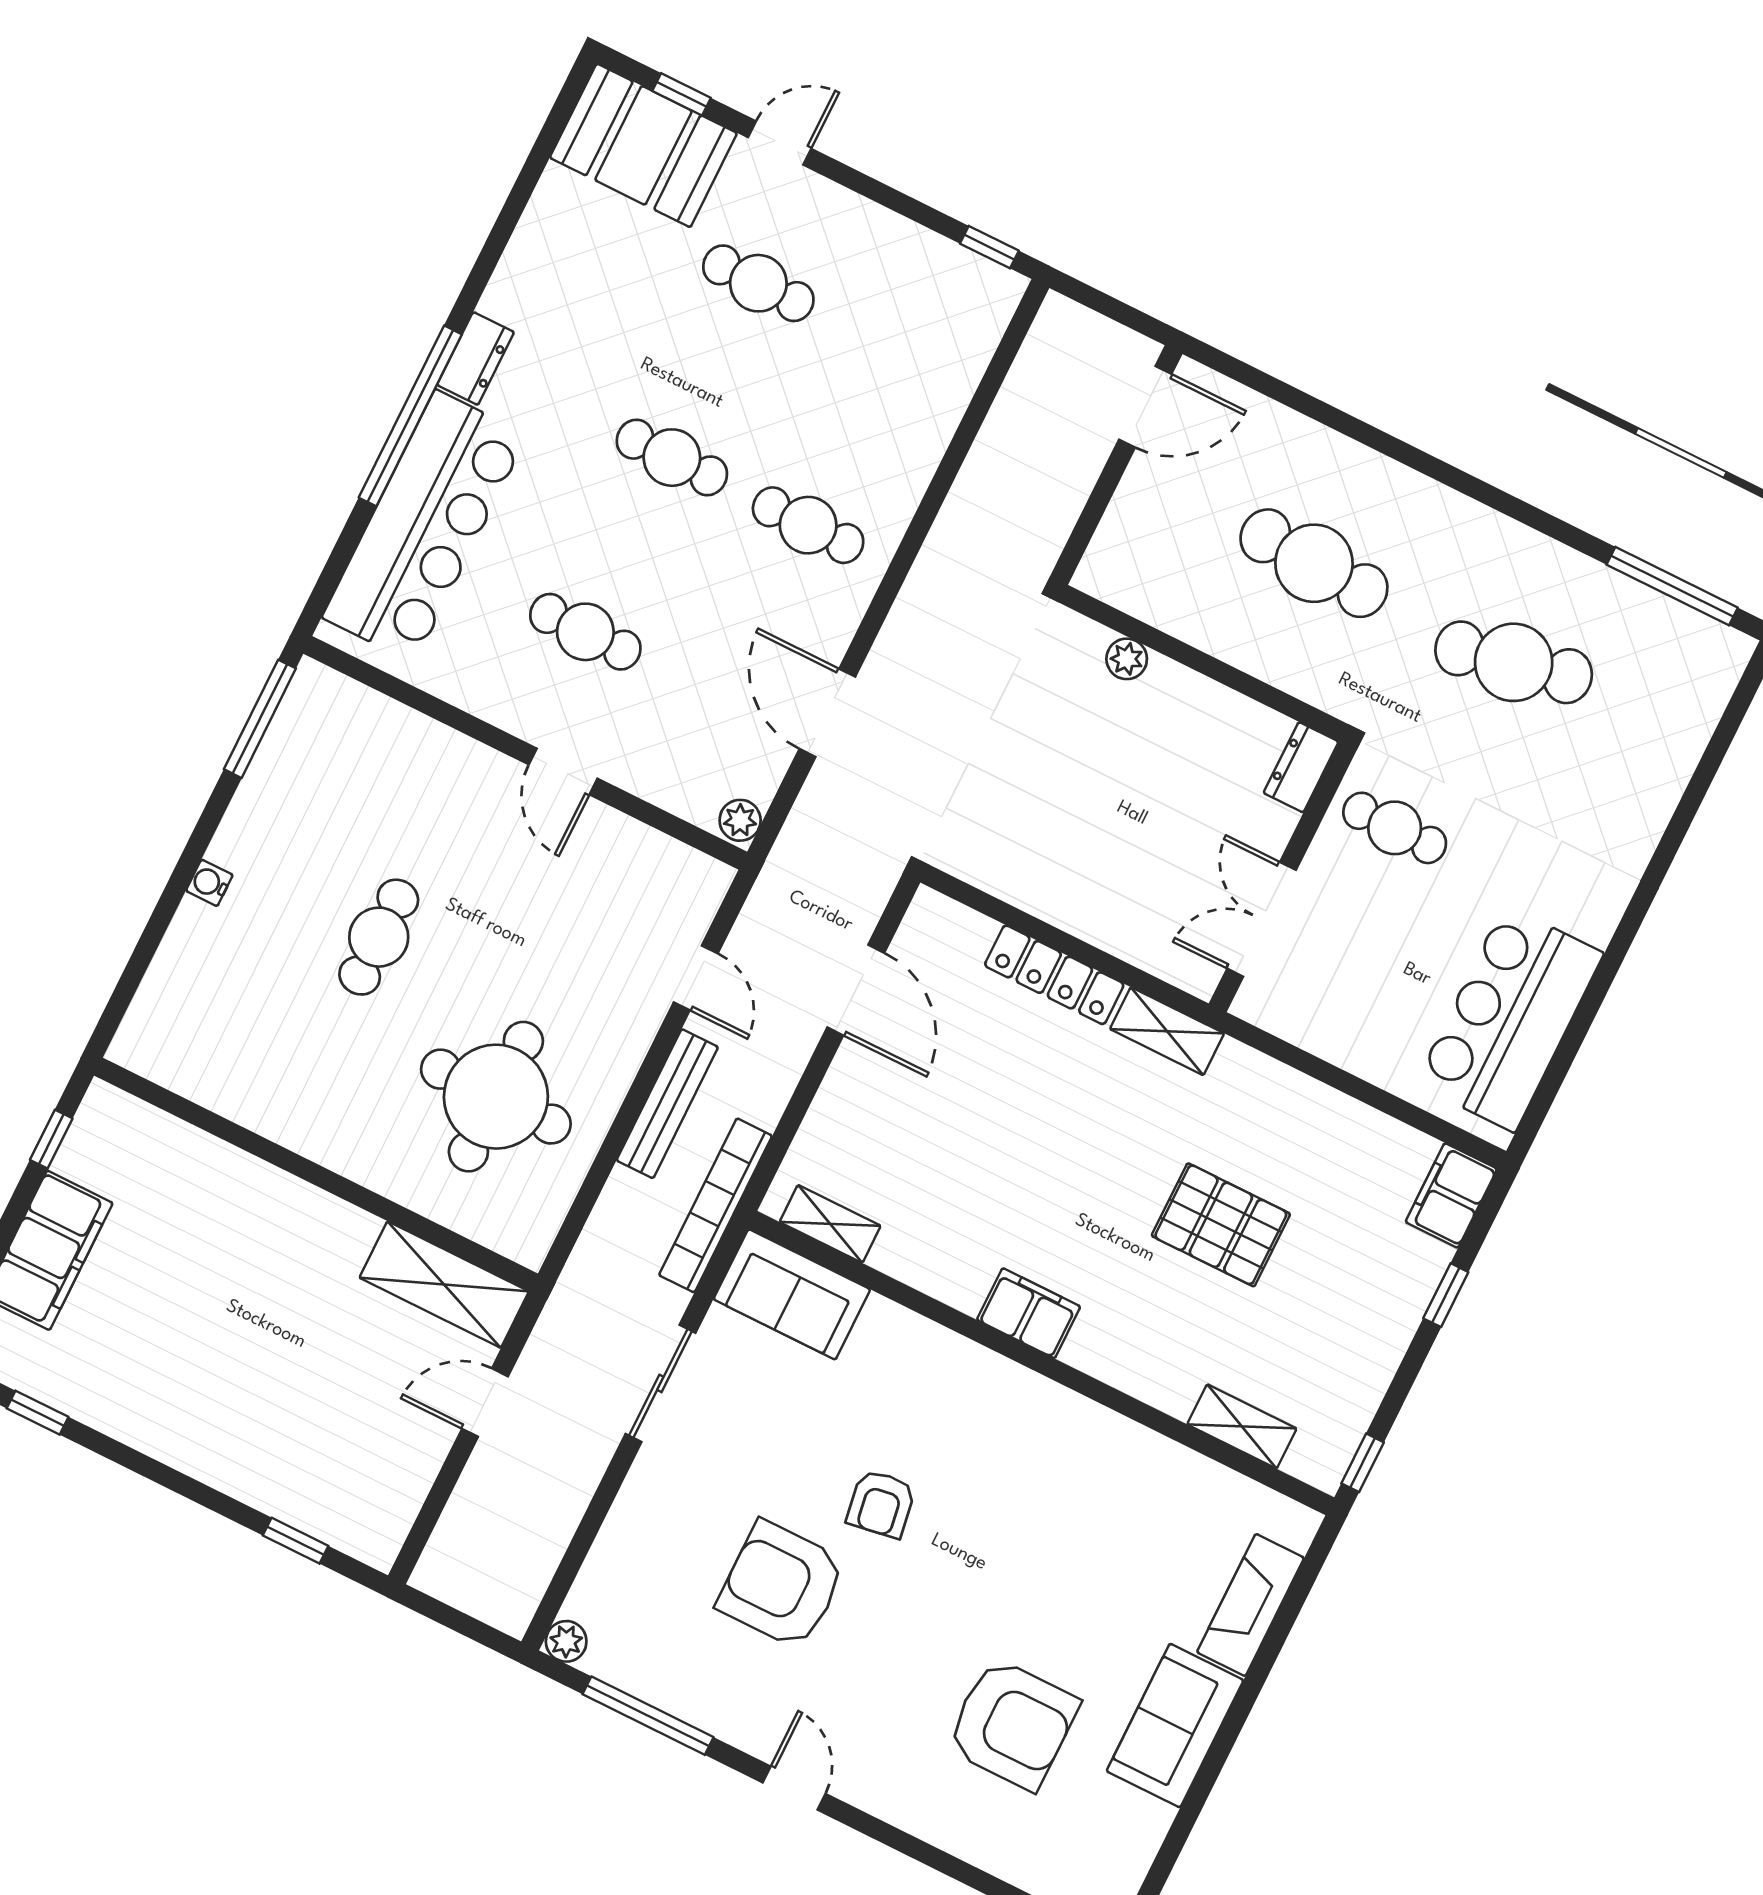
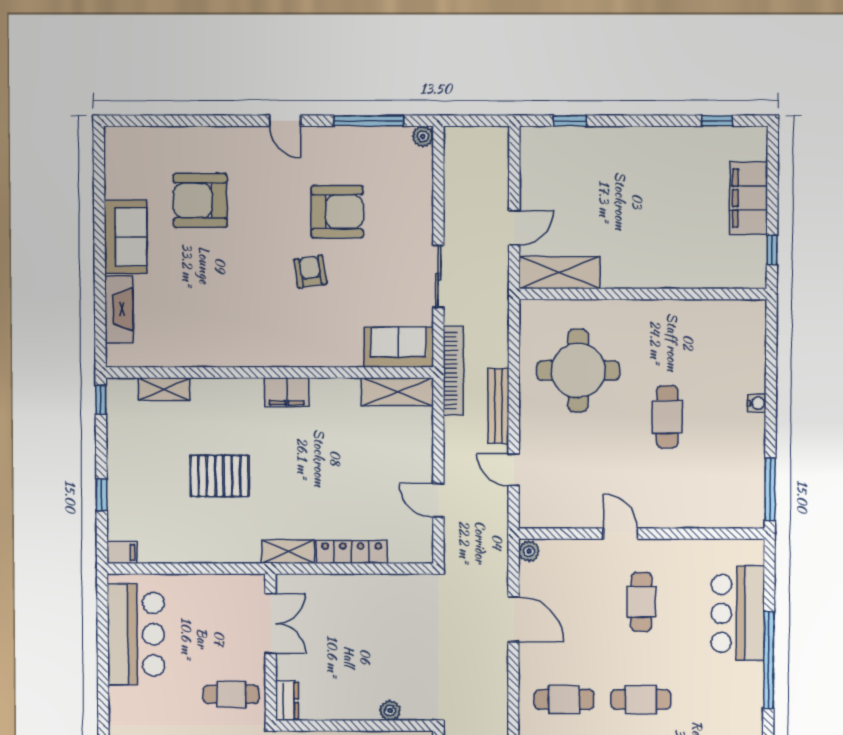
dresser: (476, 358) -> (752, 700), removed
bar counter: (425, 526) -> (738, 613), width x0.73
cafe table: (585, 632) -> (641, 602), turned 90
door: (856, 990) -> (438, 500), width x0.73
filing cabinet: (1451, 1195) -> (122, 552), width x0.50
shelving: (830, 1224) -> (397, 392), width x1.50, depth x1.33

